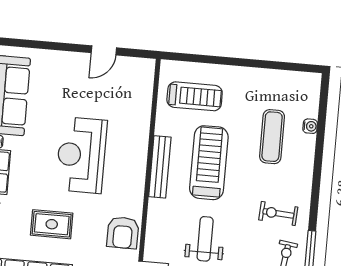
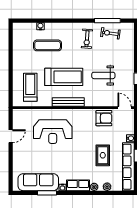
door: (104, 50) -> (11, 136), hinge flipped
reception desk: (81, 155) -> (53, 132), moved
treadmill: (209, 163) -> (64, 77), turned 180

